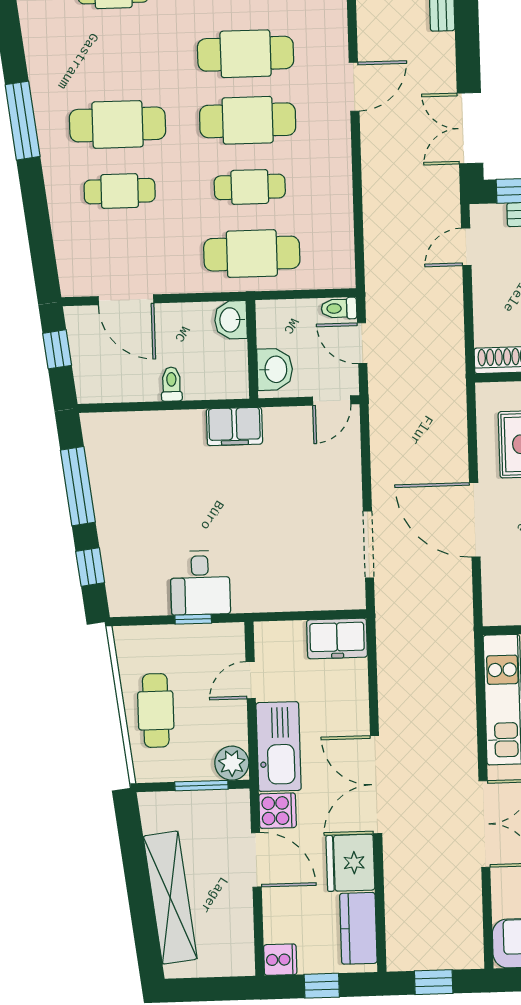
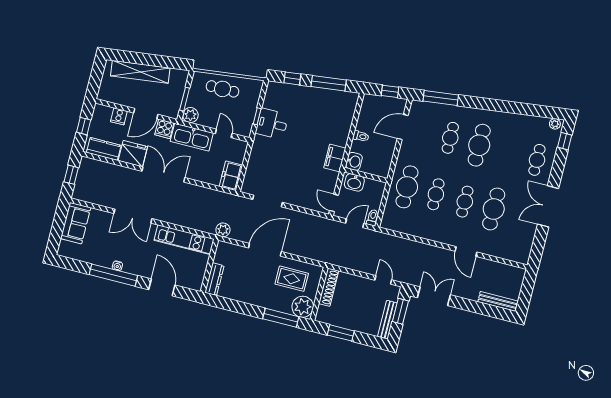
cafe table: (248, 120) -> (465, 202), width x0.73, depth x0.74
window: (23, 121) -> (441, 98), moved
washbasin: (231, 320) -> (354, 161), moved, turned 90
plant: (458, 622) -> (223, 230), added
cooker: (280, 960) -> (119, 116), moved

